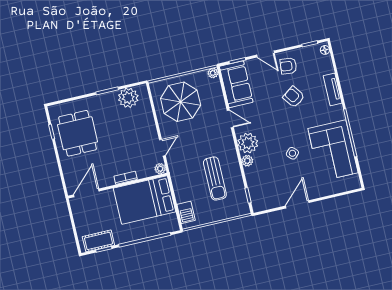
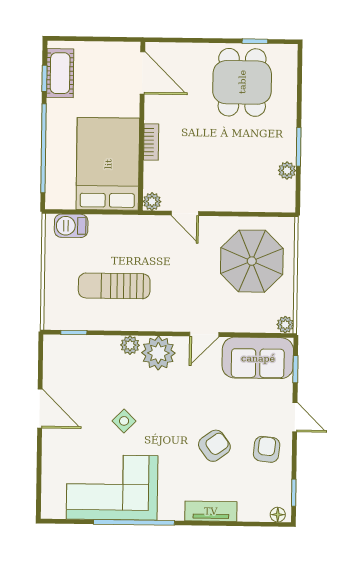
door: (265, 54) -> (295, 417), swing flipped
plant: (128, 98) -> (287, 171), width x0.53, depth x0.53
dining table: (78, 133) -> (242, 82), turned 90

